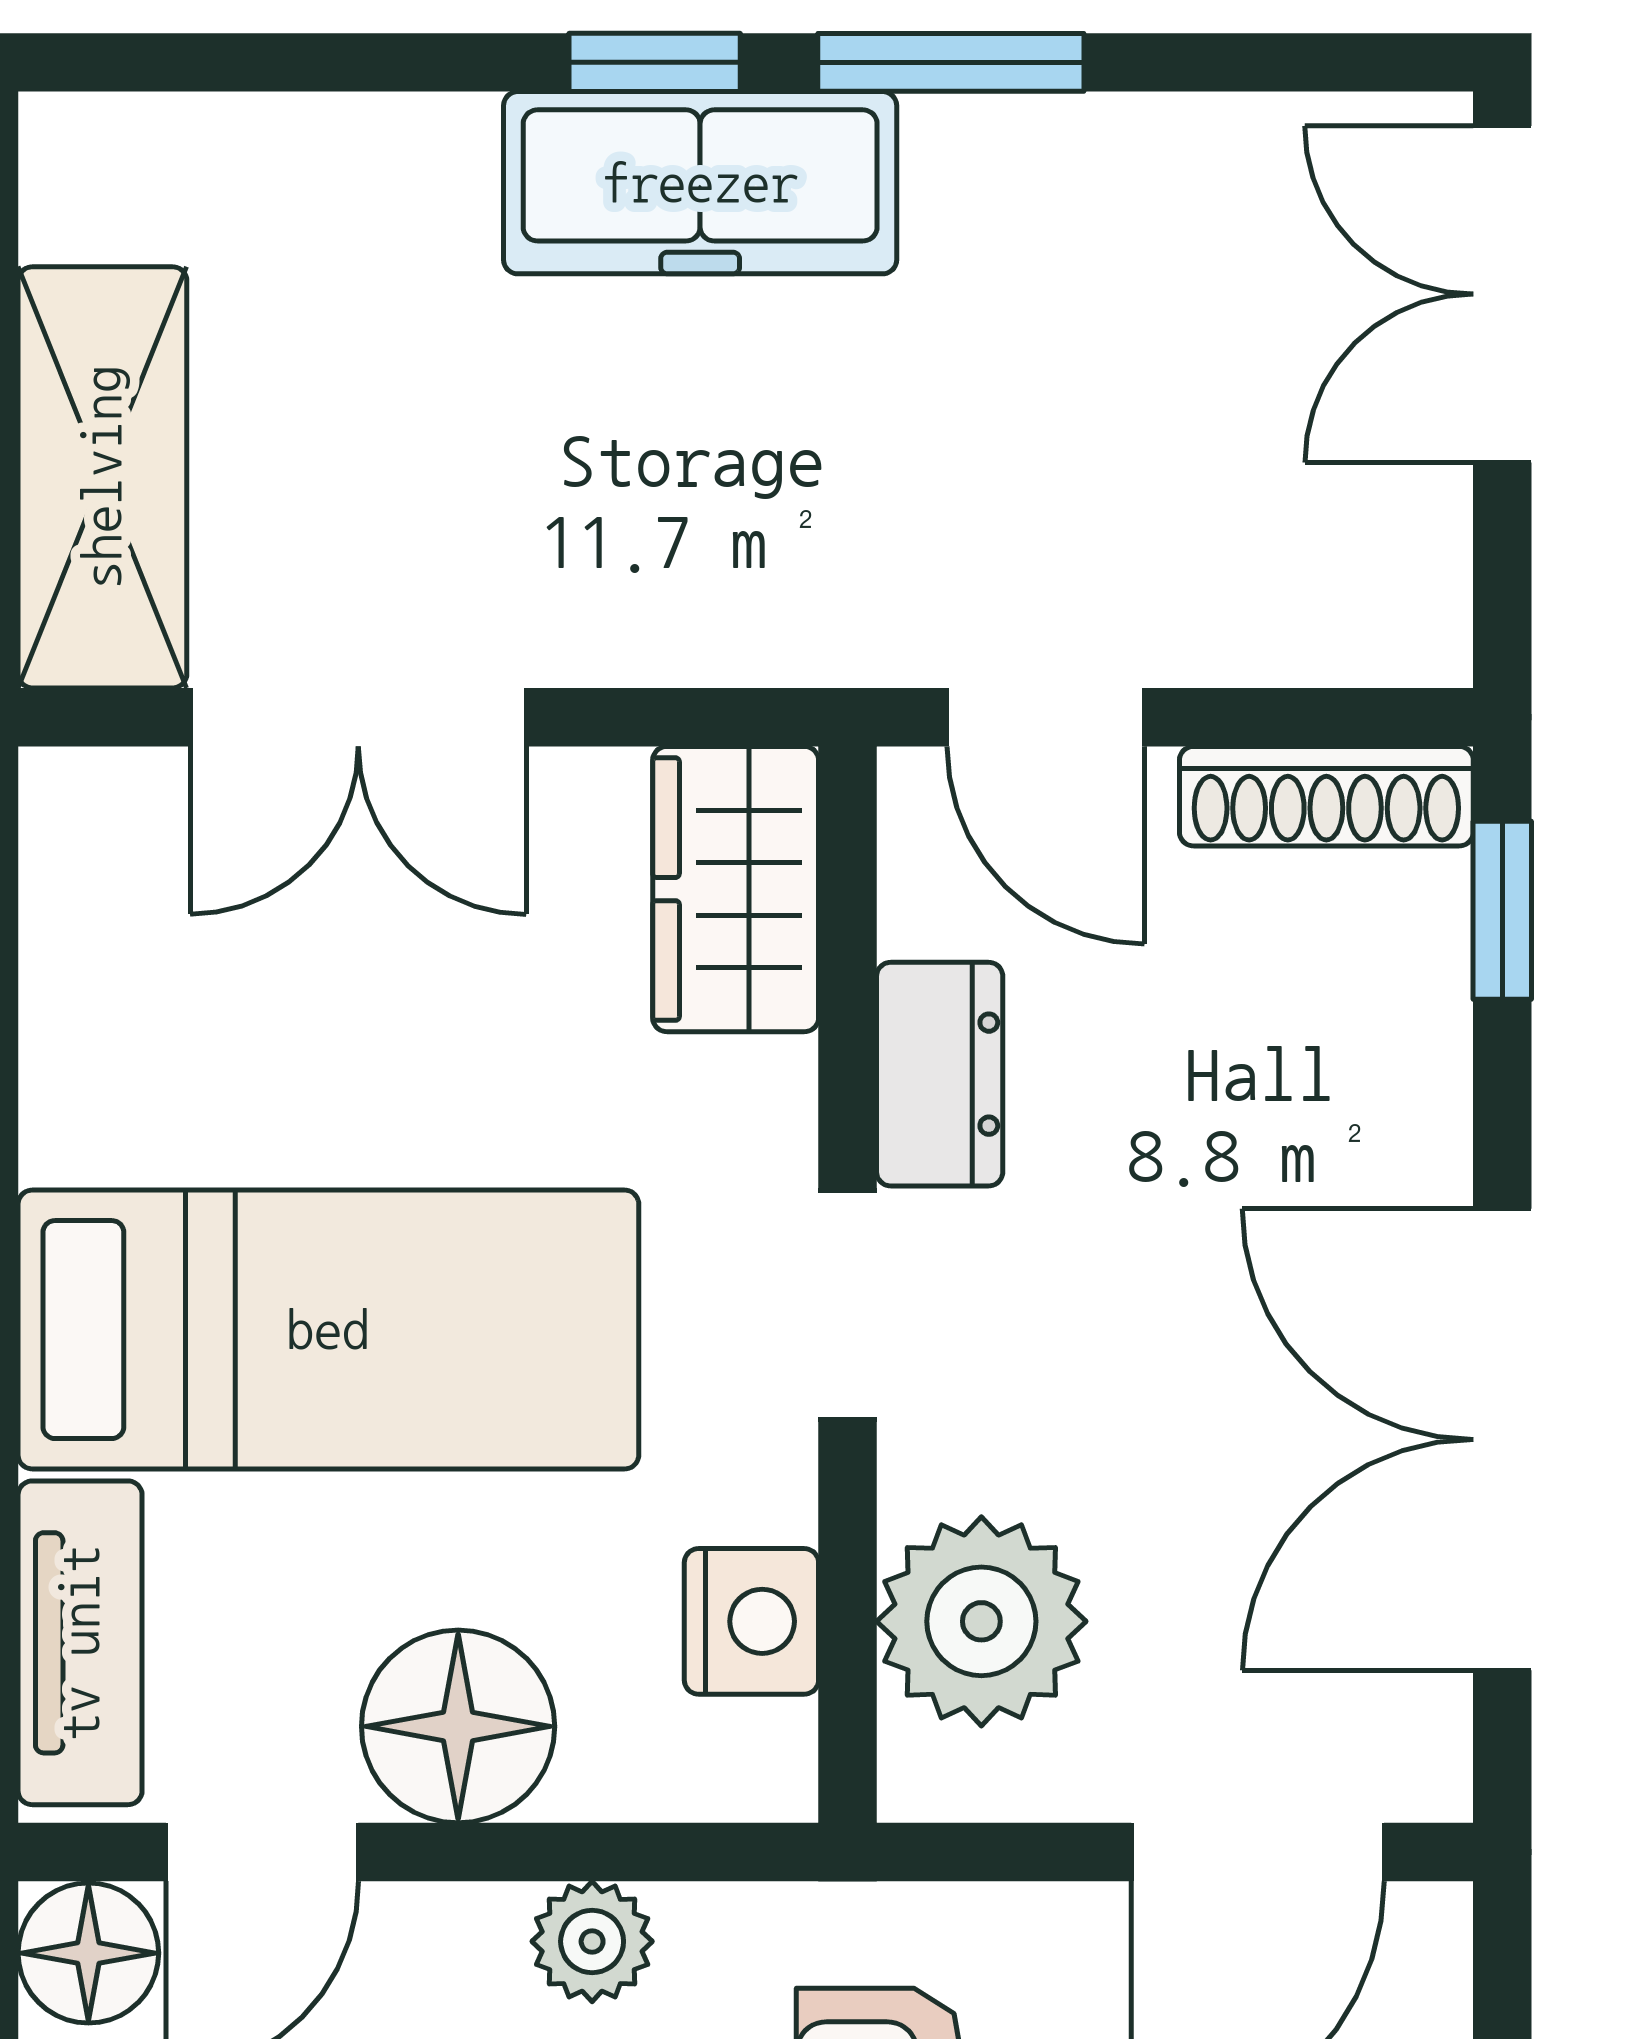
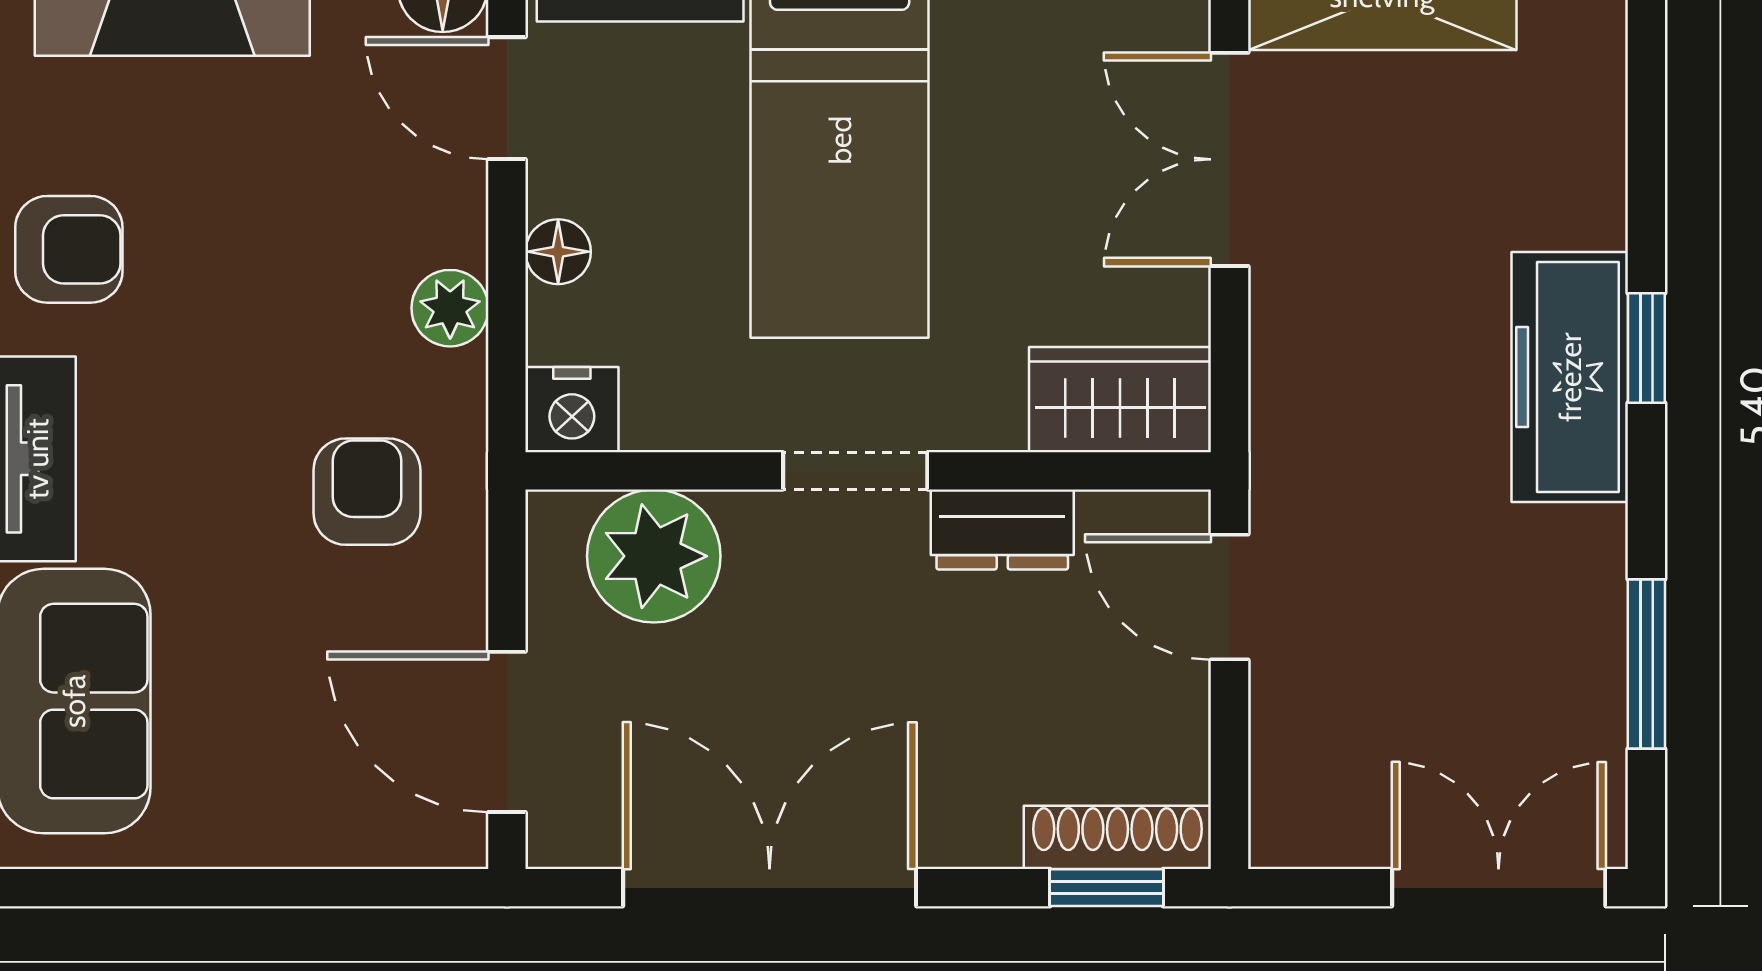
window: (951, 62) -> (1646, 664), moved
door: (1046, 717) -> (1229, 597), hinge flipped
shoe rack: (1326, 796) -> (1117, 837), moved, turned 90
nightstand: (751, 1621) -> (572, 410), moved
floor lamp: (458, 1726) -> (558, 252), width x0.53, depth x0.53

